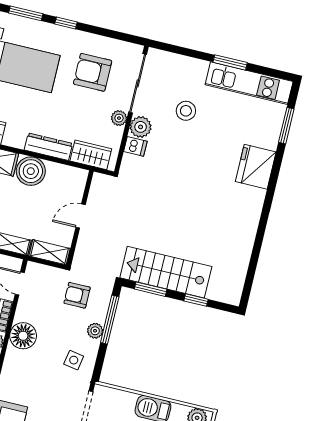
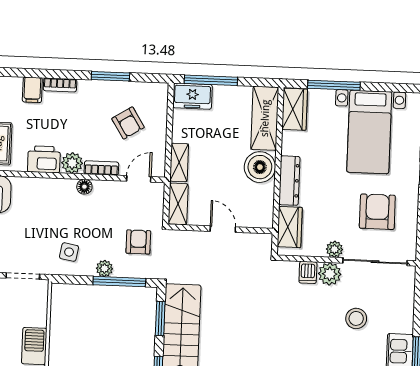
floor lamp: (23, 336) -> (84, 187), width x0.53, depth x0.53

